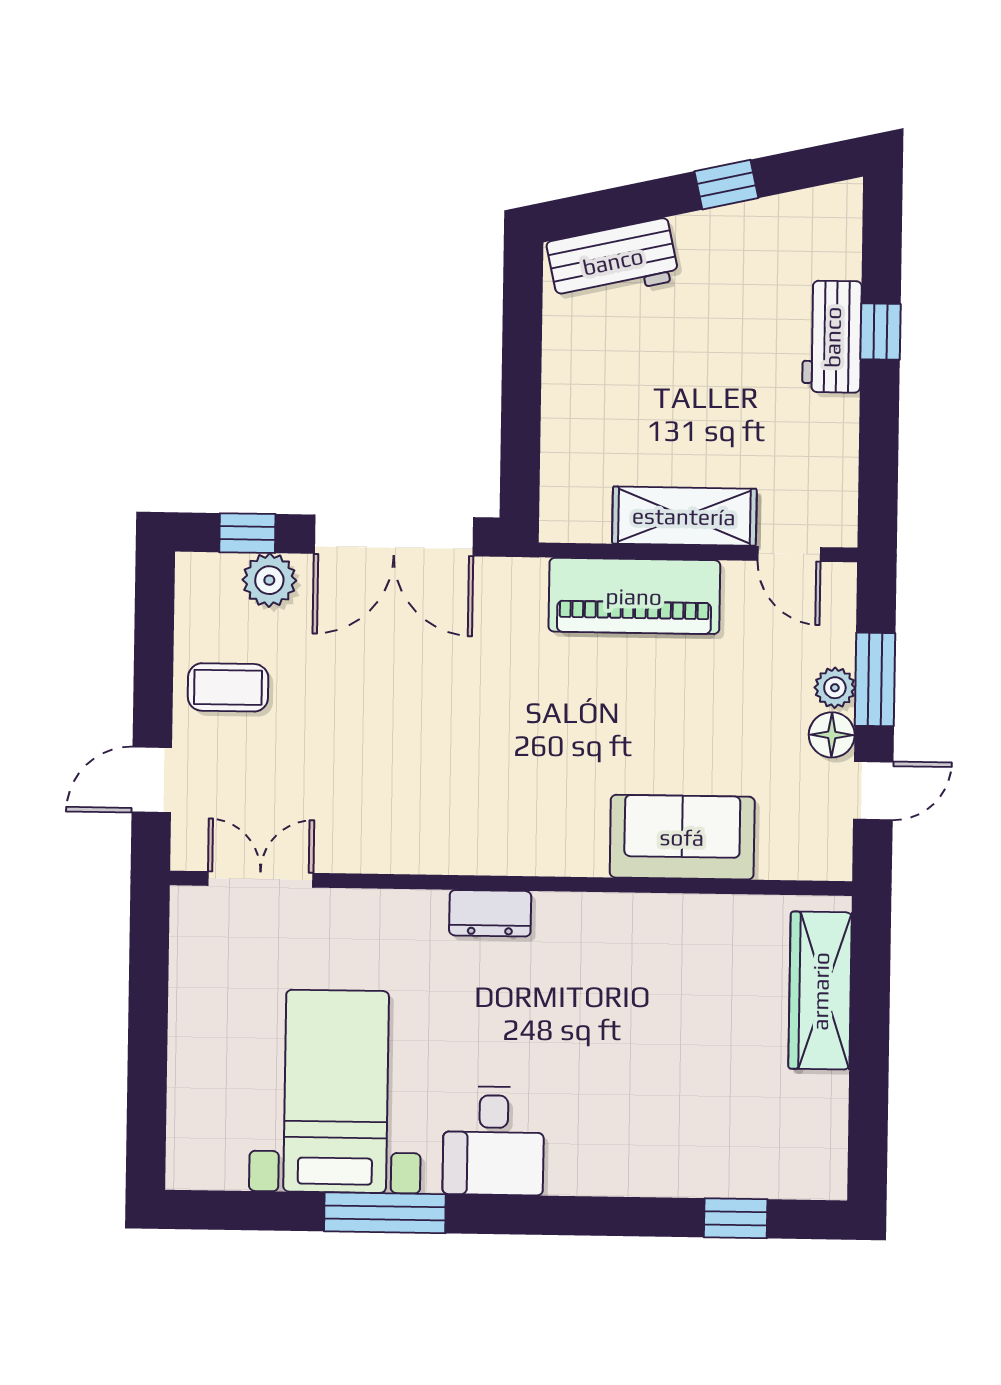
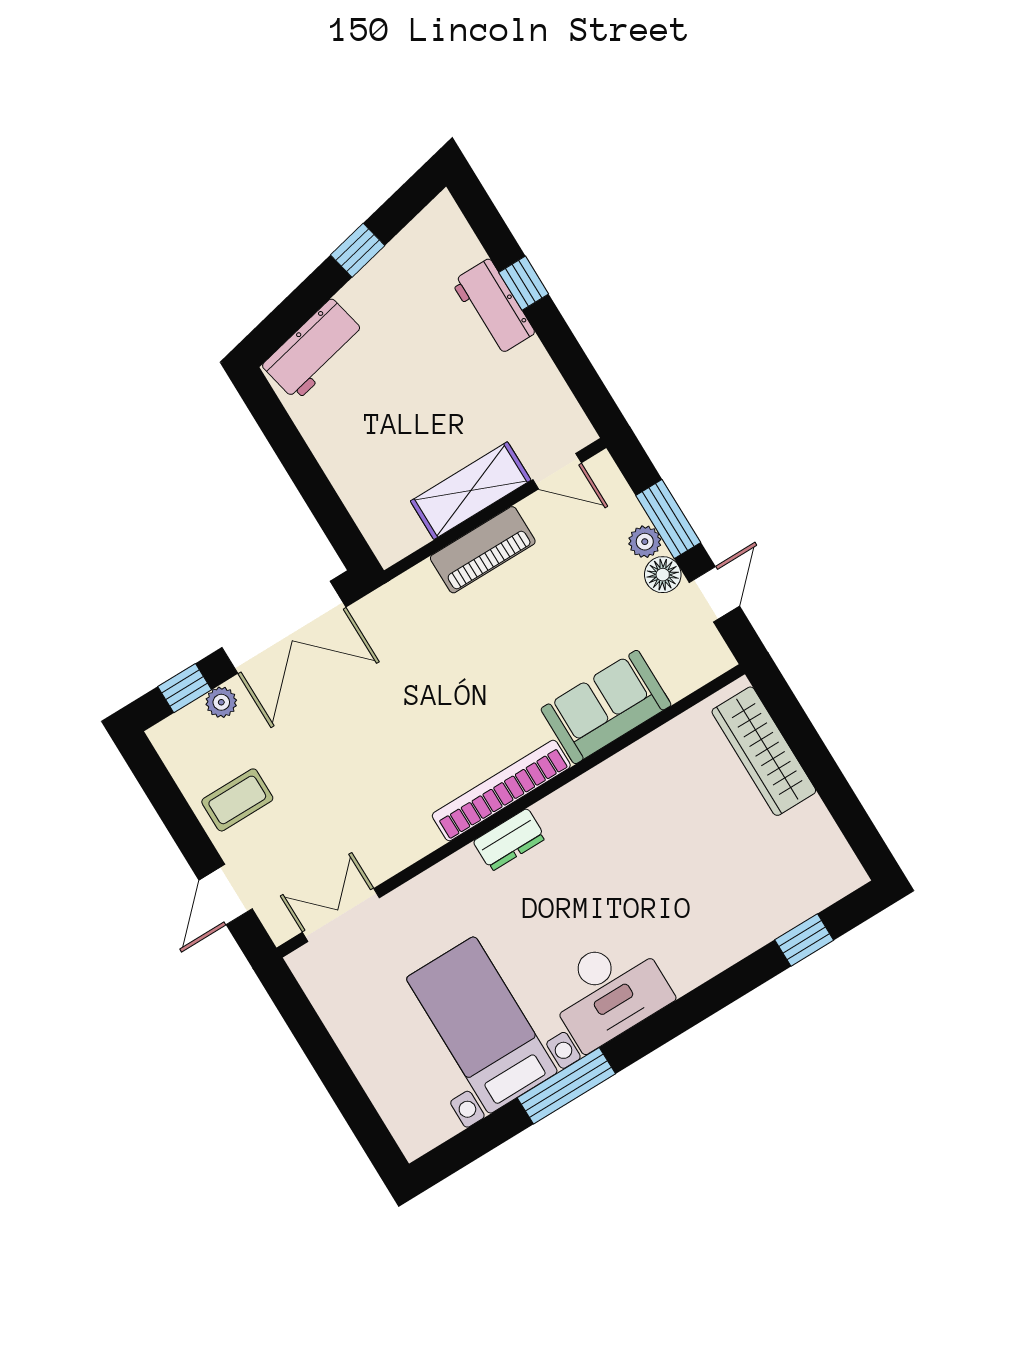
plant: (269, 580) -> (221, 702), width x0.73, depth x0.73
piano: (634, 596) -> (483, 550), width x0.73, depth x0.75
bookcase: (515, 855) -> (501, 790), added
desk: (493, 1141) -> (609, 991), width x1.37

